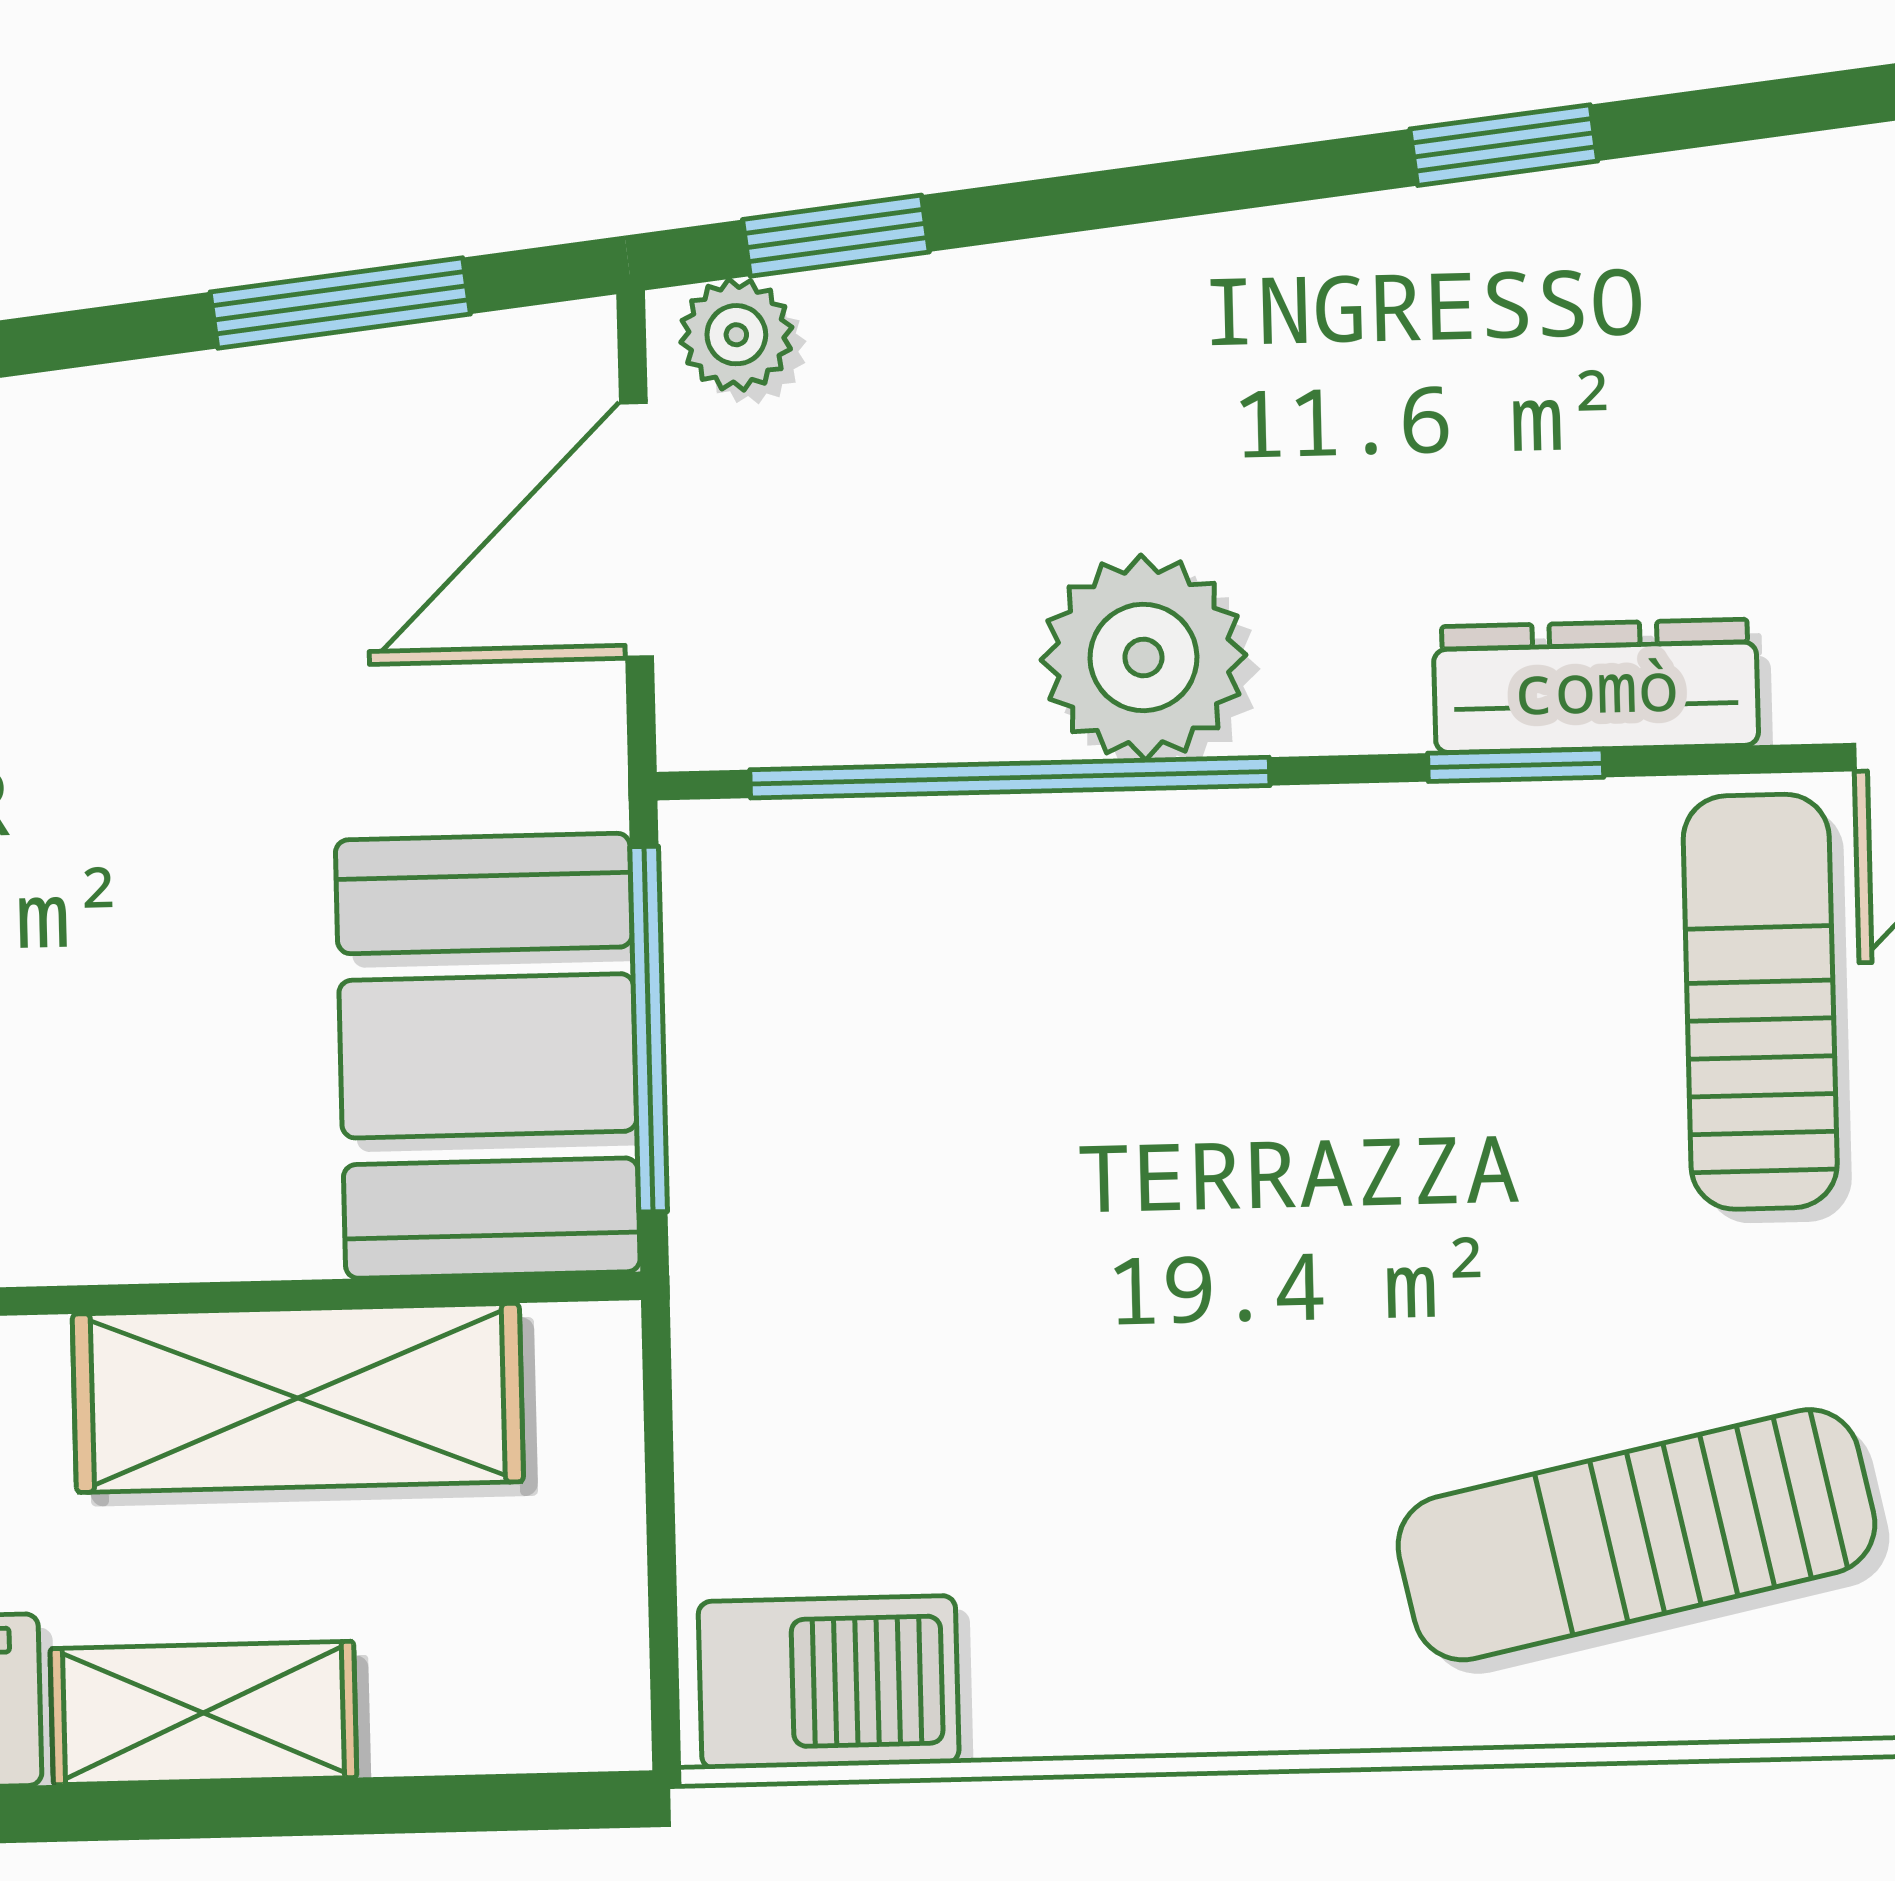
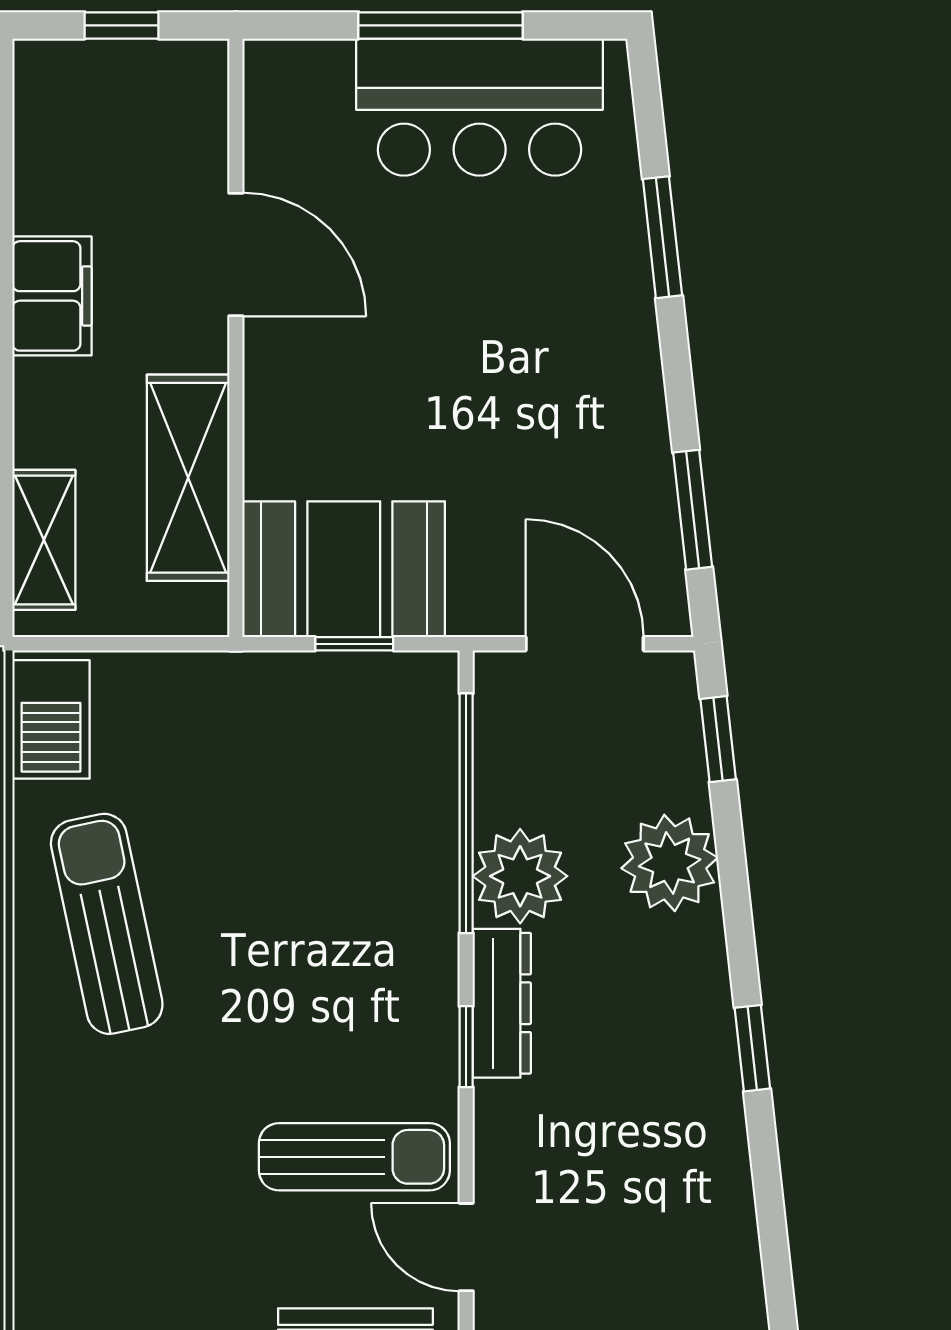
plant: (736, 335) -> (670, 863), moved, width x1.88, depth x1.88
dresser: (1596, 686) -> (502, 1003), moved
window: (649, 1029) -> (354, 644), width x0.46
sun lounger: (1636, 1535) -> (107, 924), moved
shelving: (203, 1713) -> (44, 540), moved

